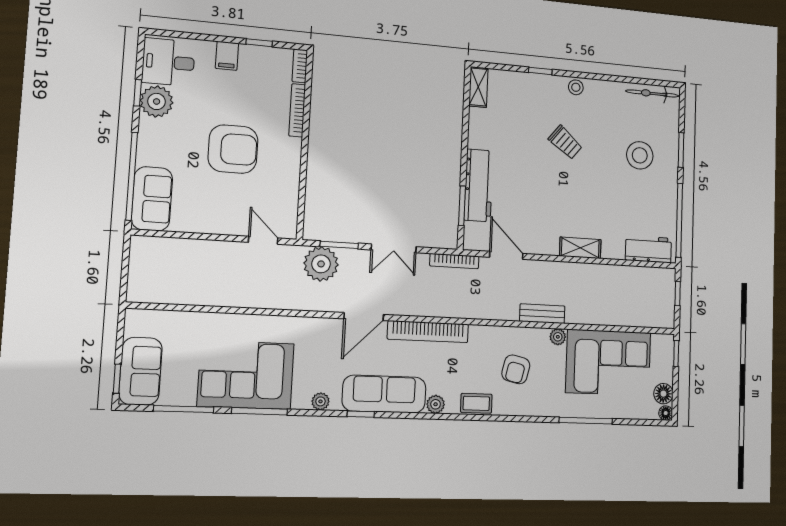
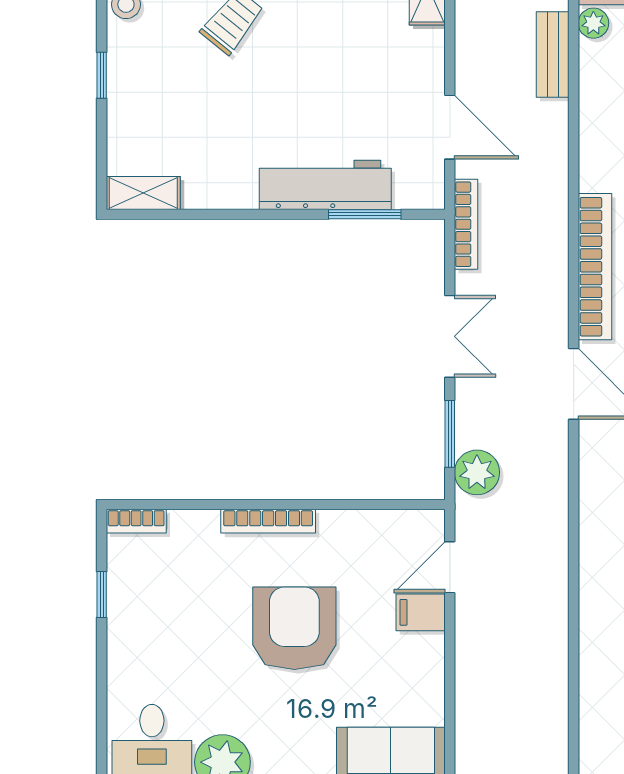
filing cabinet: (227, 56) -> (421, 612), moved, turned 180
bookcase: (297, 110) -> (268, 521), moved
door: (506, 255) -> (450, 127), swing flipped
plant: (321, 264) -> (477, 472), width x0.73, depth x0.73

